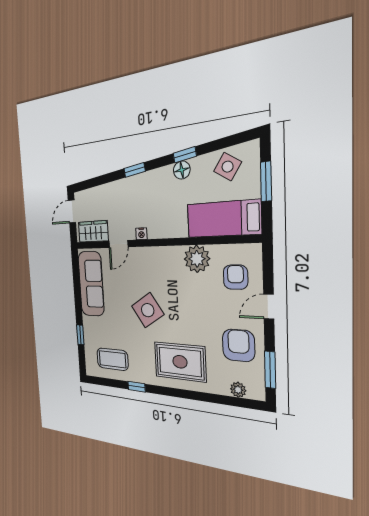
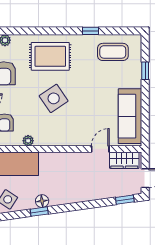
window: (135, 170) -> (125, 200), moved
nightstand: (141, 234) -> (79, 156), removed
plant: (197, 259) -> (28, 141), width x0.53, depth x0.53
side table: (148, 310) -> (54, 98), moved

